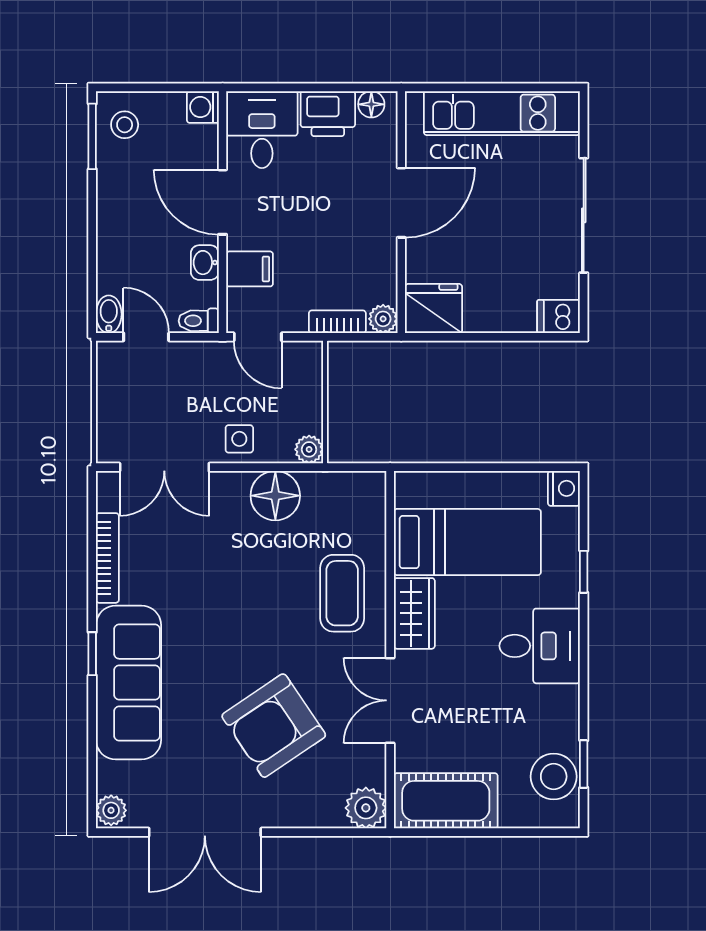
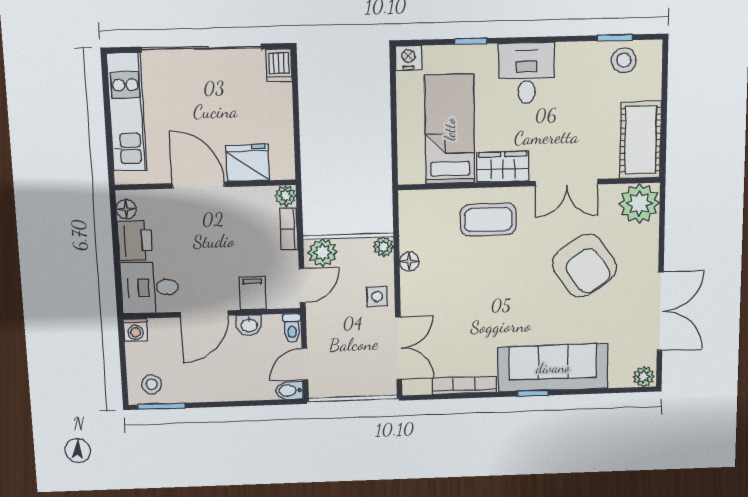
sliding door: (584, 215) -> (201, 48), width x1.36
fridge: (434, 309) -> (248, 163), moved, turned 90
plant: (303, 366) -> (322, 253), added
floor lamp: (275, 496) -> (409, 262), width x0.53, depth x0.53
stool: (554, 777) -> (624, 60), width x0.73, depth x0.73
plant: (366, 808) -> (639, 203), width x1.36, depth x1.36

